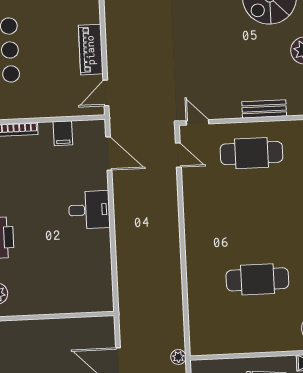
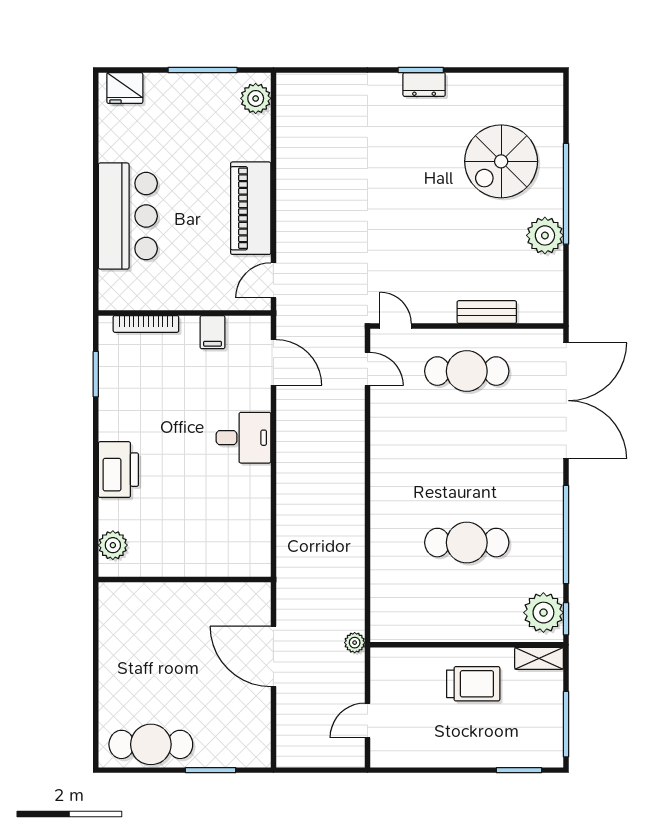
piano: (91, 50) -> (251, 208), width x1.37, depth x1.33

